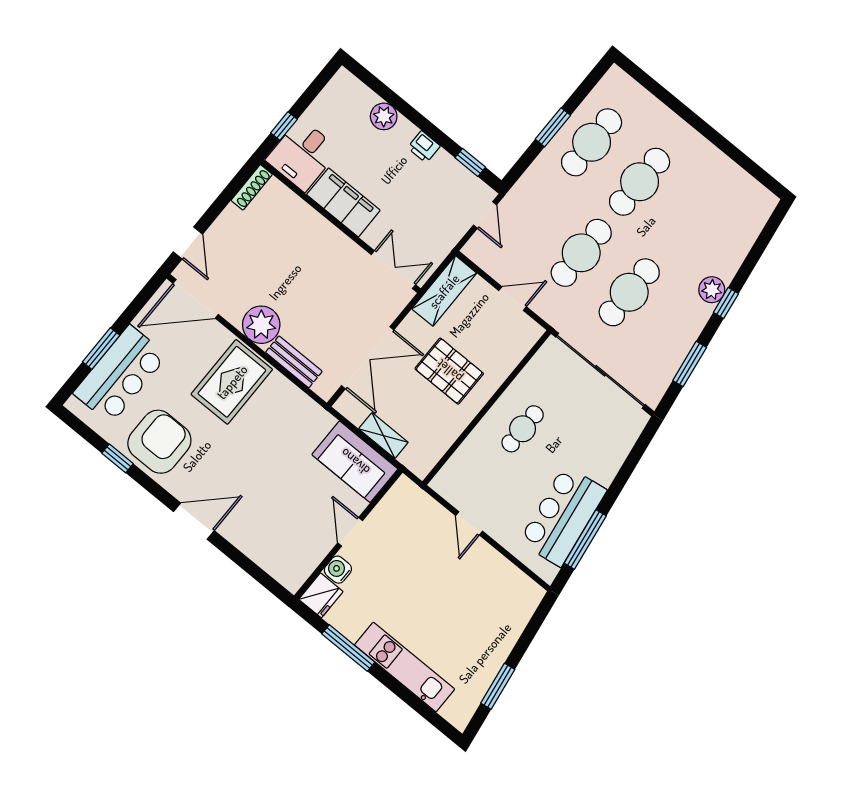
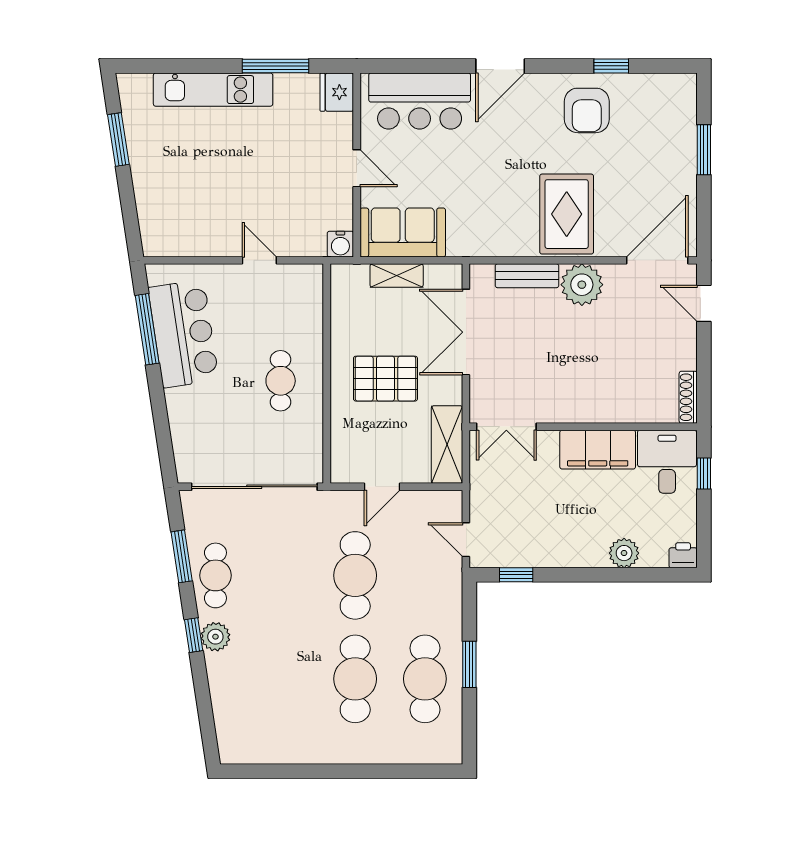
printer: (424, 147) -> (683, 555), moved
cafe table: (629, 292) -> (215, 575), moved, width x0.73, depth x0.74
bar counter: (120, 374) -> (420, 101), moved, turned -90
armchair: (159, 442) -> (587, 110), width x0.73, depth x0.73
water cooler: (338, 570) -> (340, 244), moved, turned 90

